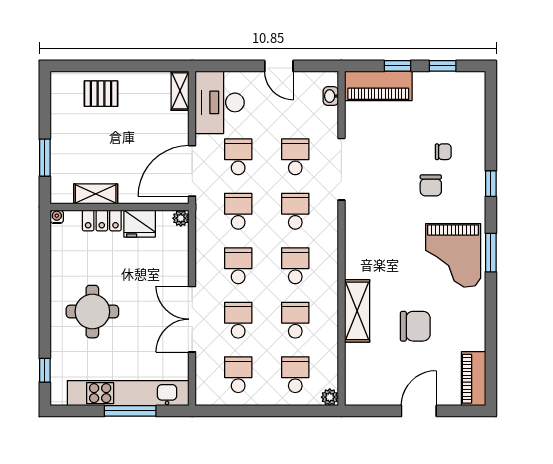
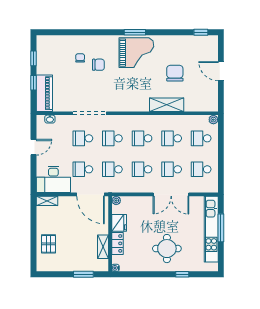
window: (491, 184) -> (201, 32), moved
window: (45, 370) -> (182, 274), moved
piano: (473, 379) -> (203, 42), removed

